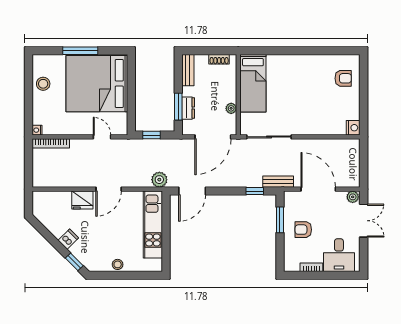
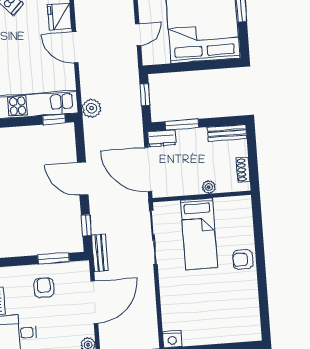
armchair: (343, 78) -> (243, 260), moved, turned 90
bed: (253, 83) -> (199, 234), moved, turned -90
dresser: (188, 108) -> (162, 138), moved
plant: (231, 108) -> (209, 187), moved
door: (192, 191) -> (83, 178), moved
window: (166, 211) -> (54, 119), added

